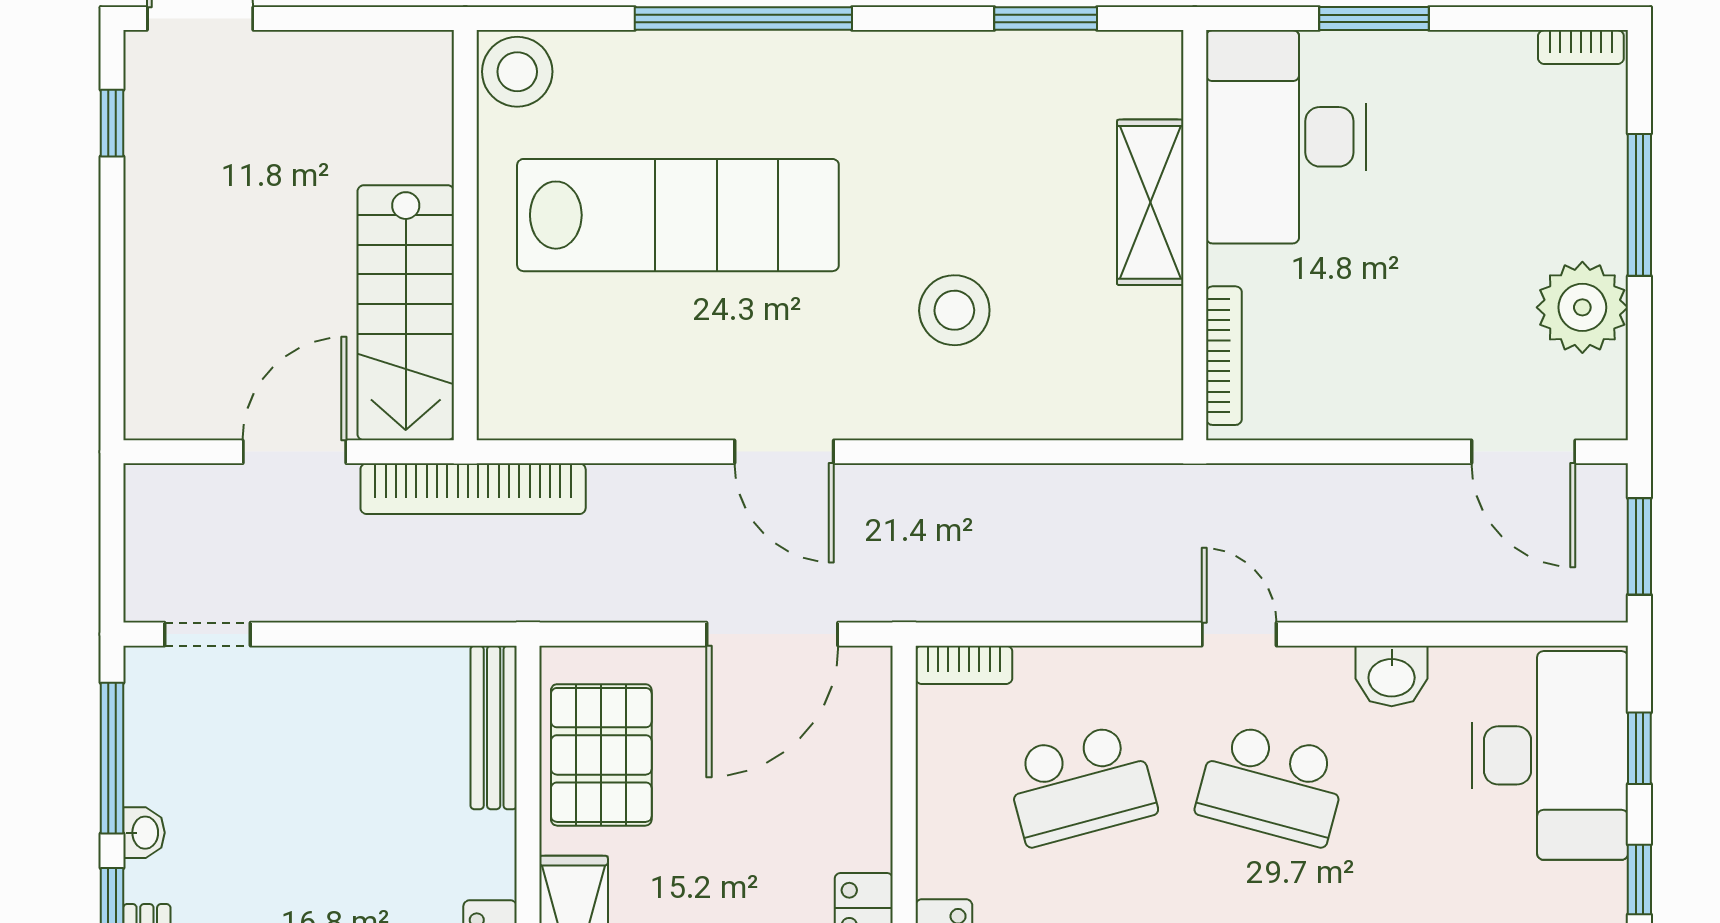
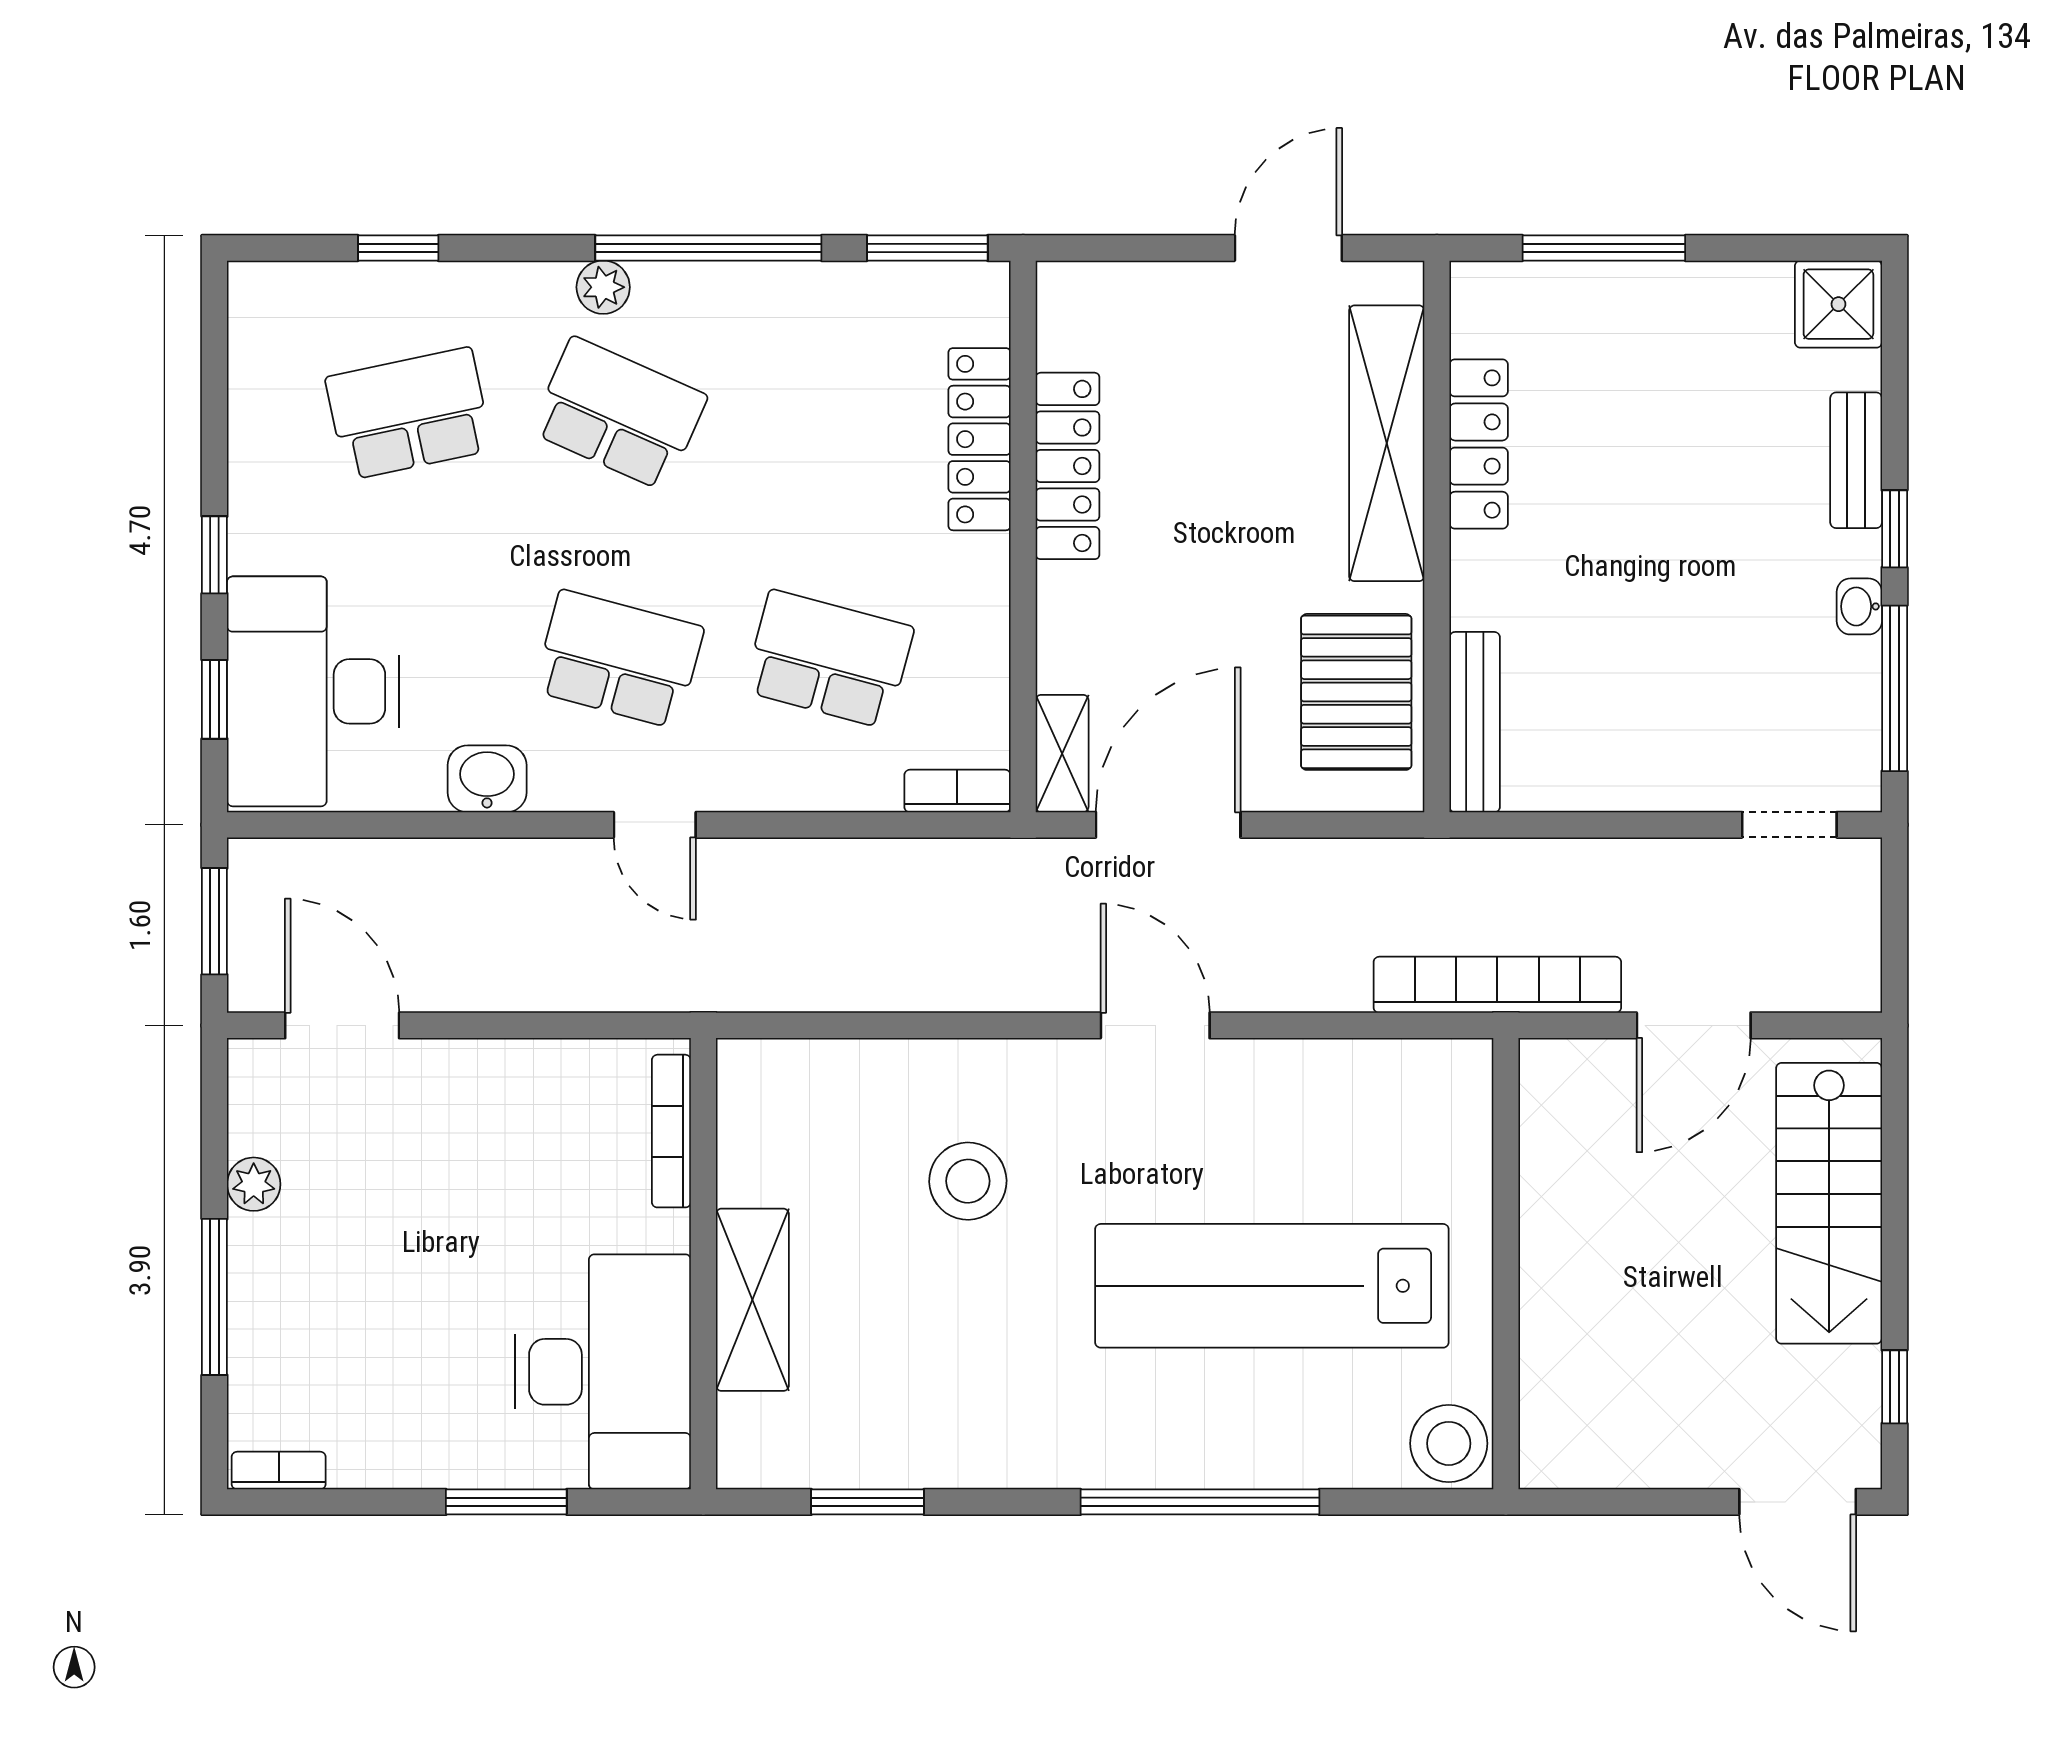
plant: (1582, 307) -> (254, 1184), width x0.53, depth x0.53
stairs: (406, 313) -> (1829, 1203), moved, turned 180
shelving: (869, 699) -> (1062, 754), added
school desk: (1081, 785) -> (829, 659), turned 30

